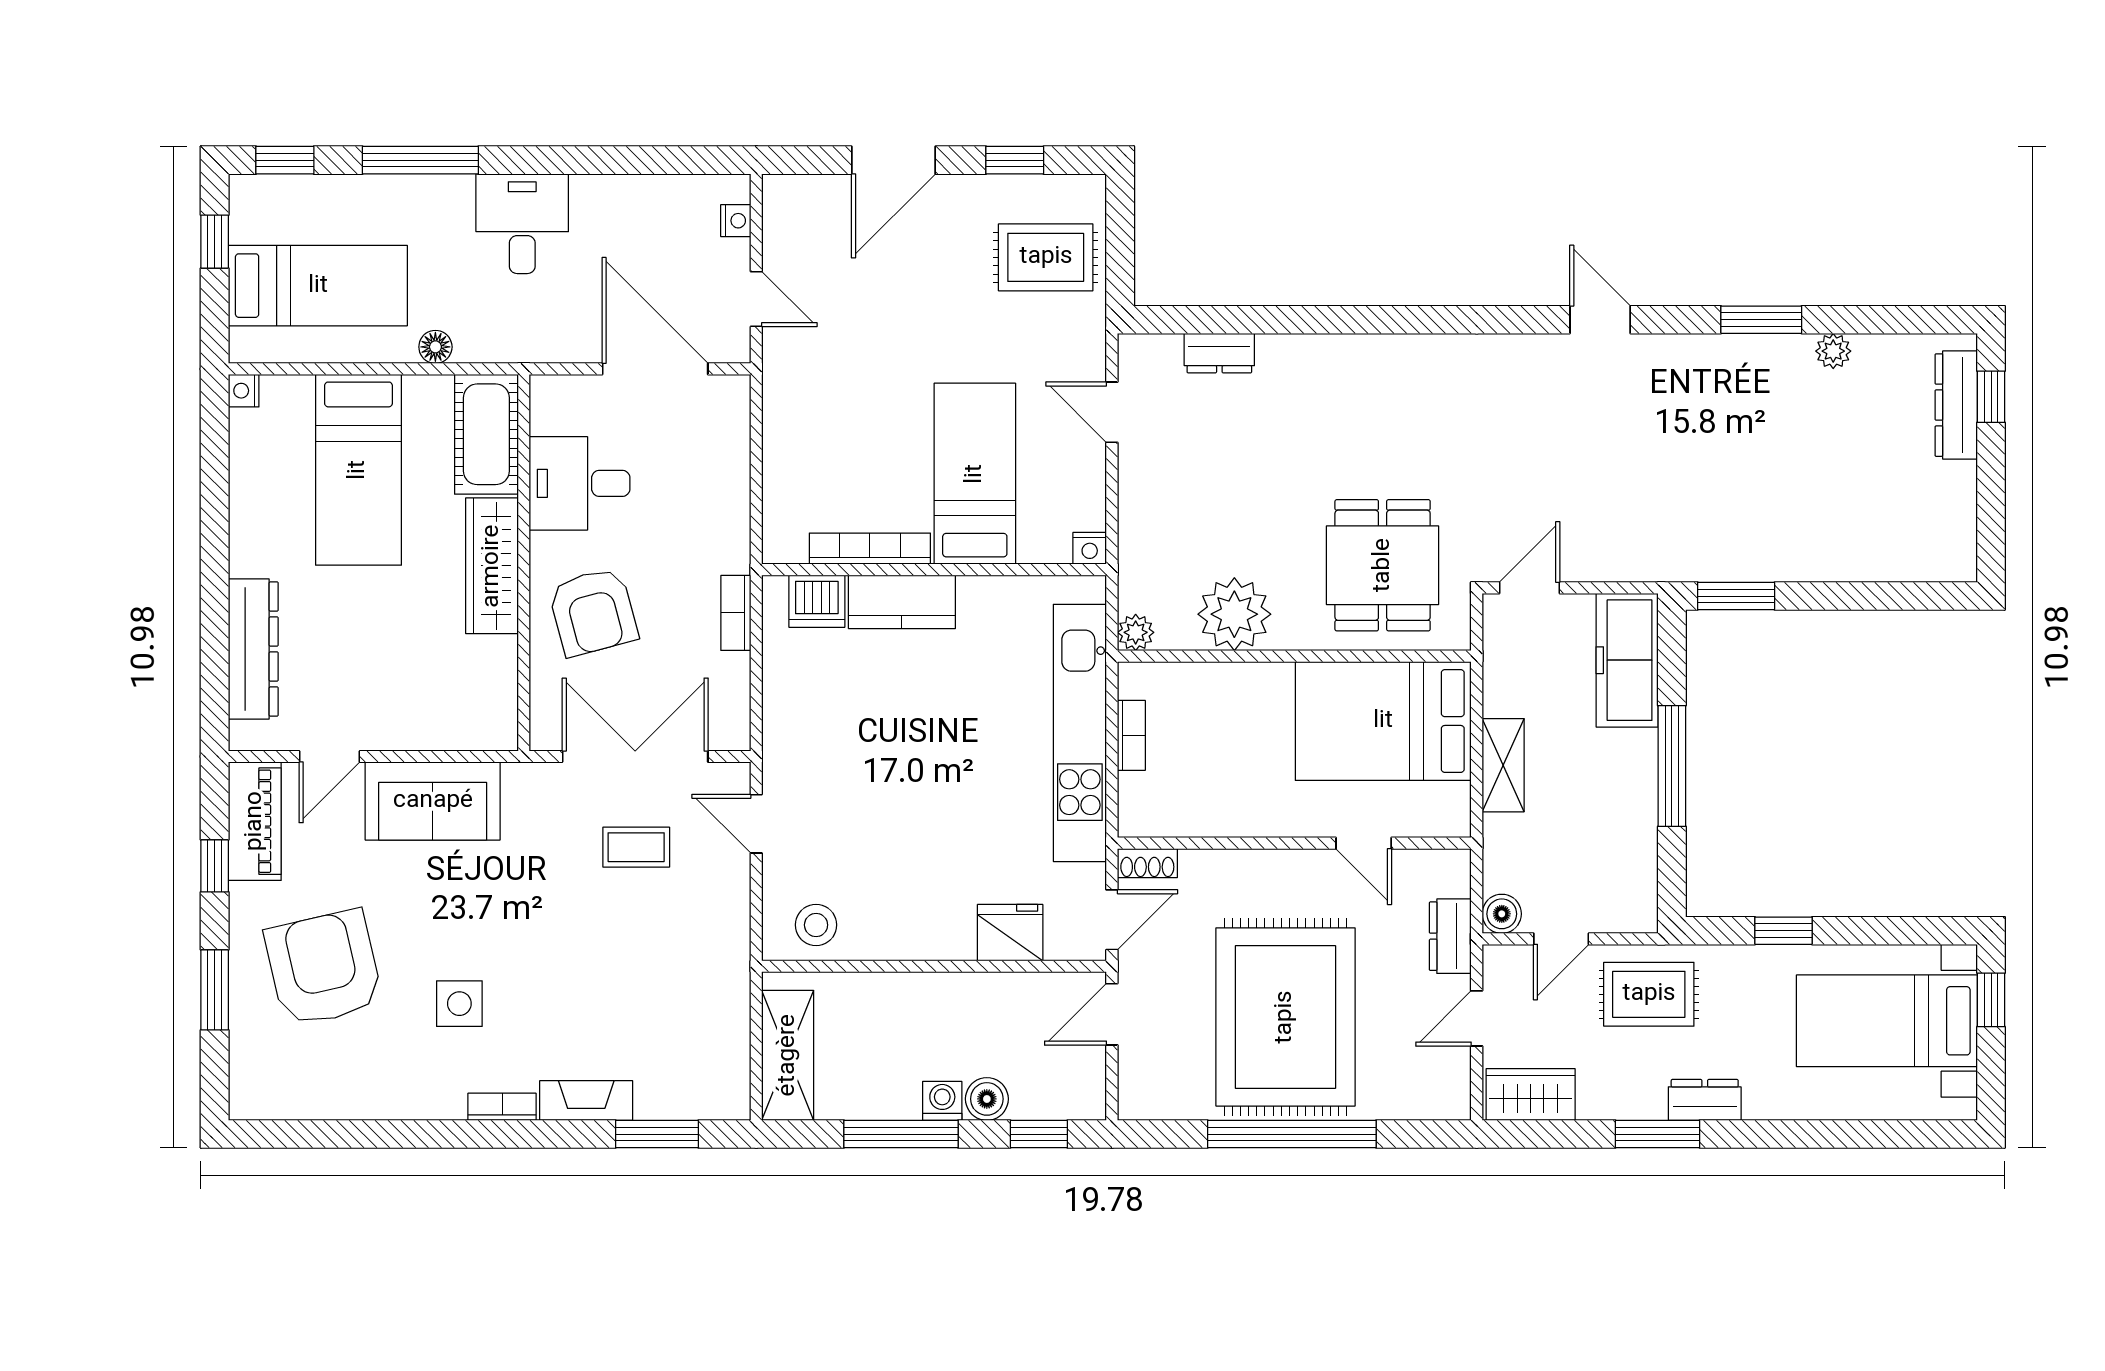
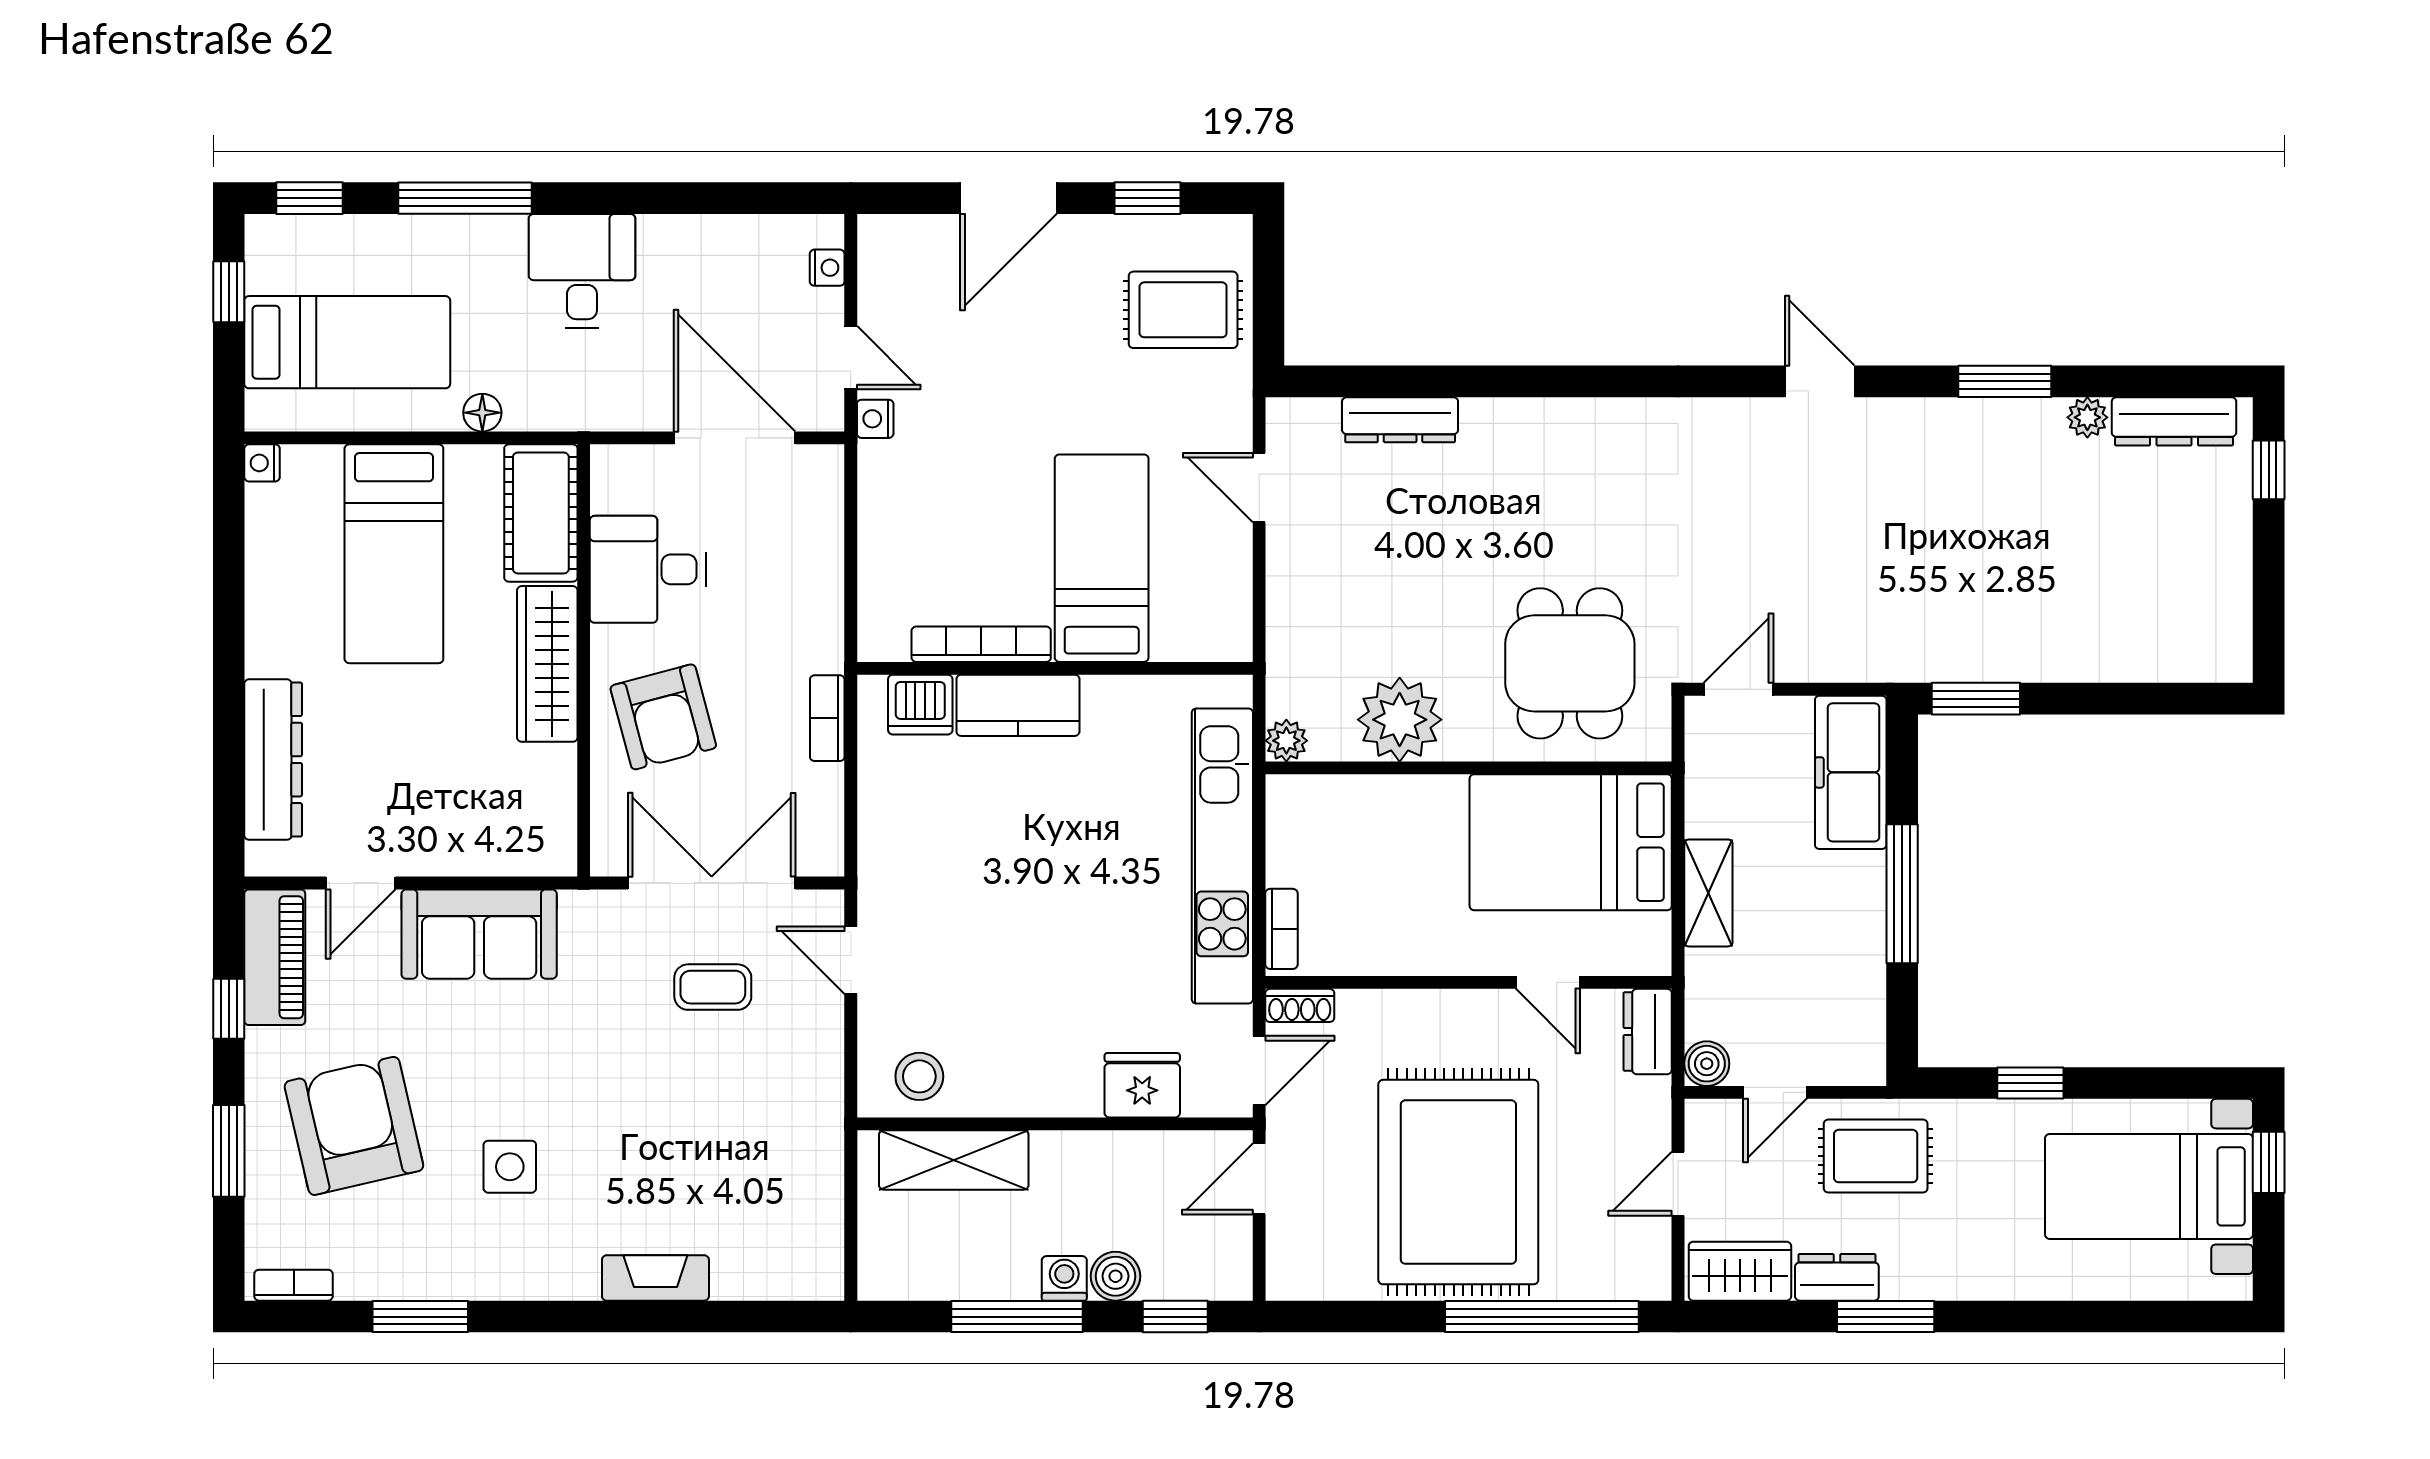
dresser: (1219, 353) -> (1400, 420), width x1.44
dresser: (1956, 405) -> (2174, 421), moved, turned -90
nightstand: (1090, 548) -> (875, 419), moved, turned 90
bookcase: (1131, 735) -> (1281, 929), moved
dresser: (1450, 936) -> (1648, 1032), moved
shelving: (788, 1055) -> (954, 1160), moved, turned 90
dresser: (1705, 1100) -> (1837, 1277), moved
bookcase: (502, 1107) -> (294, 1285), moved
window: (657, 1134) -> (420, 1317), moved
window: (1292, 1134) -> (1542, 1317), moved

